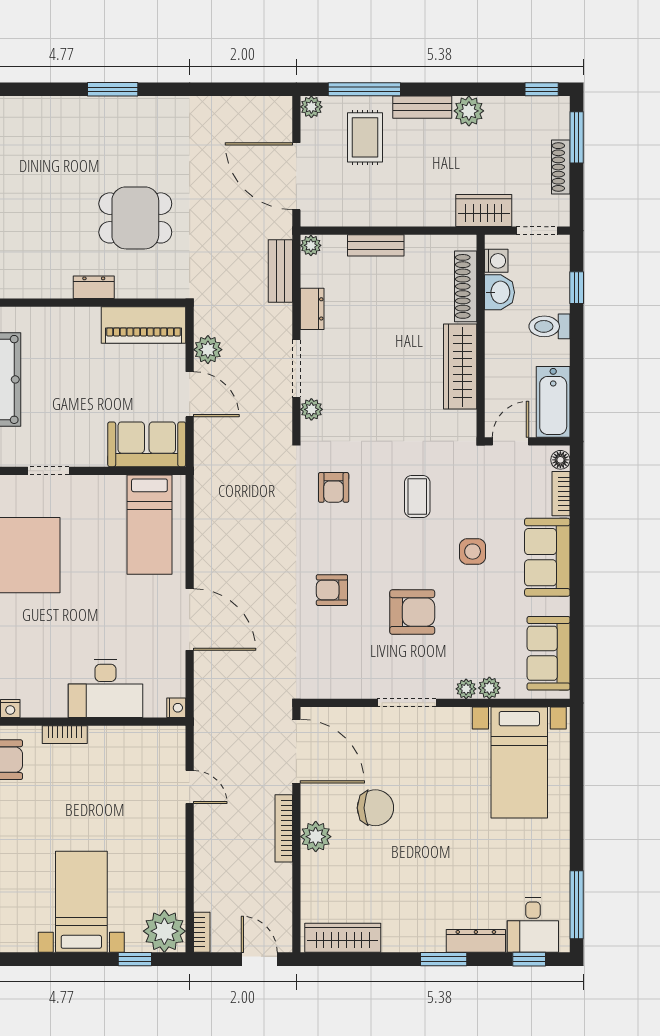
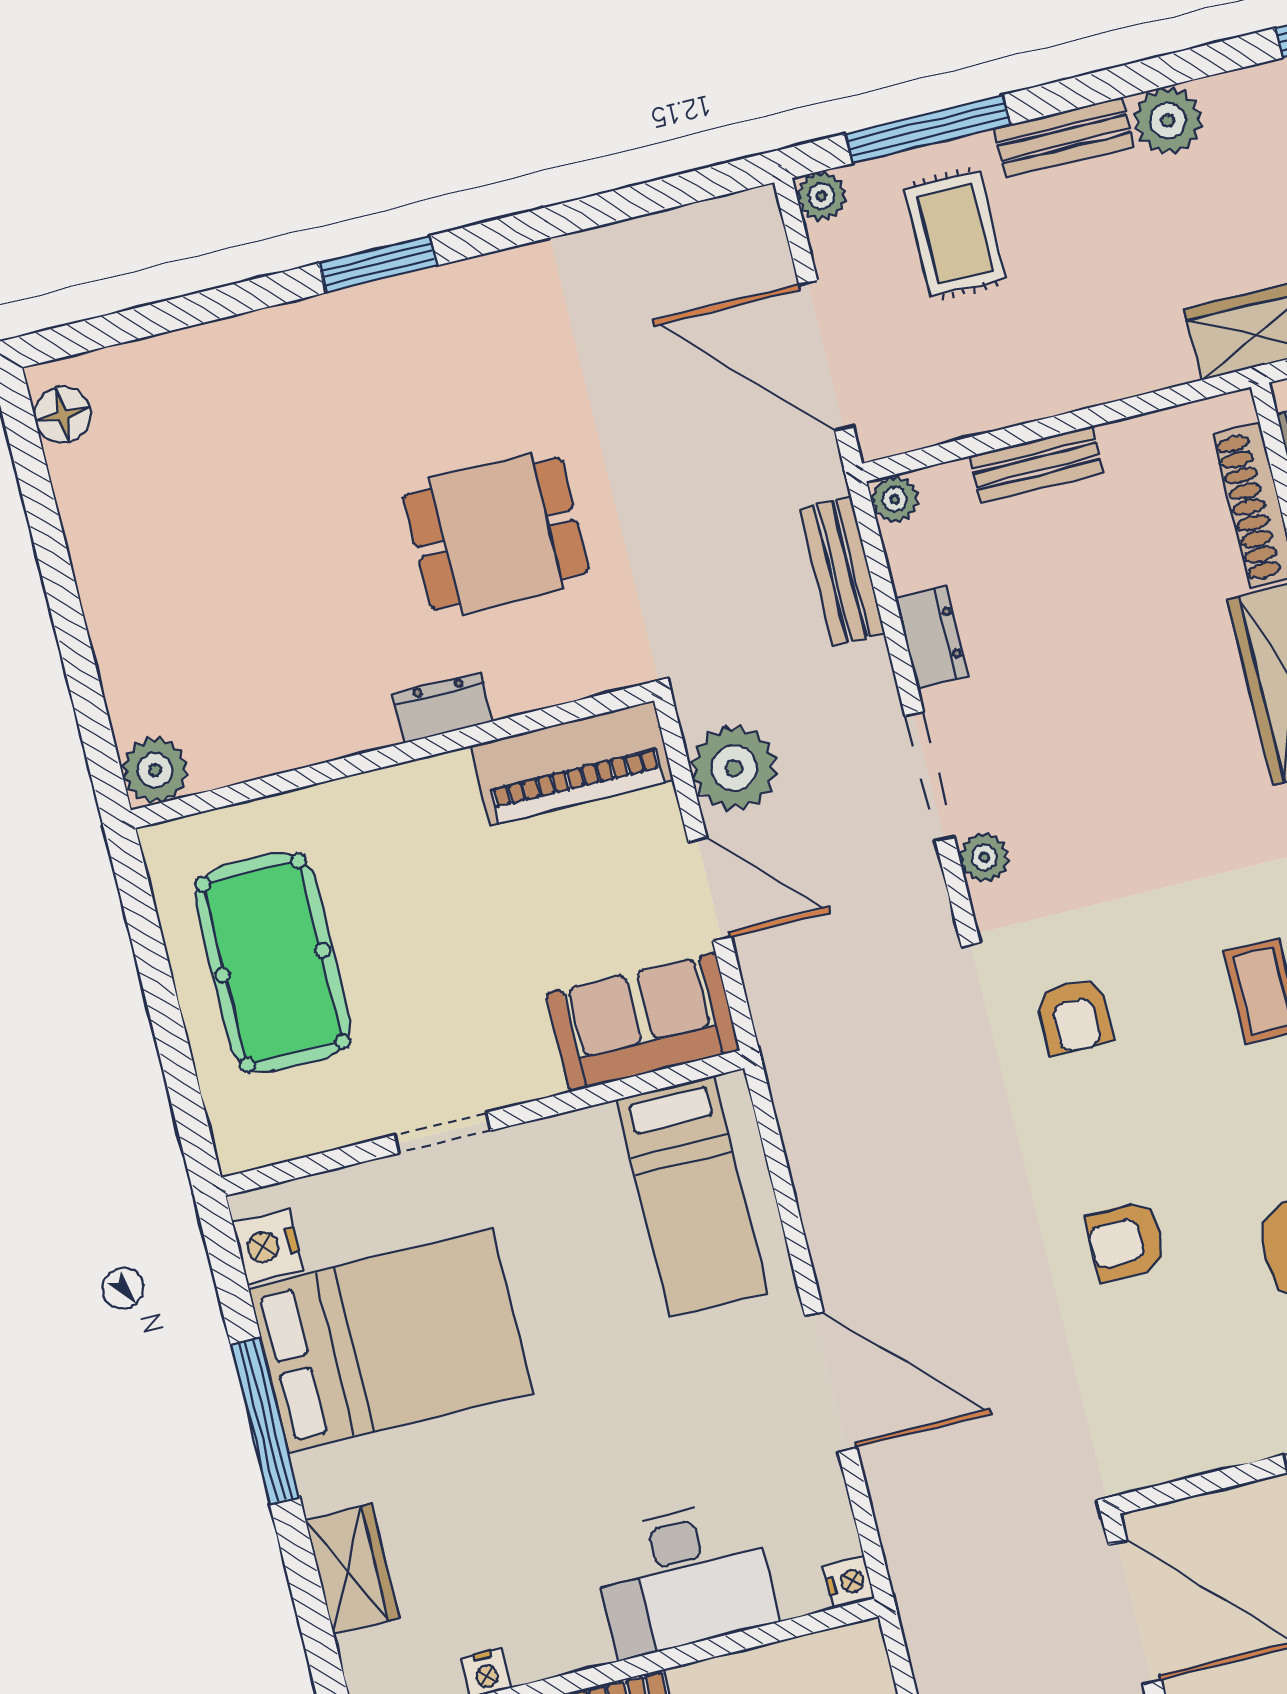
plant: (208, 350) -> (734, 768), width x1.36, depth x1.36

